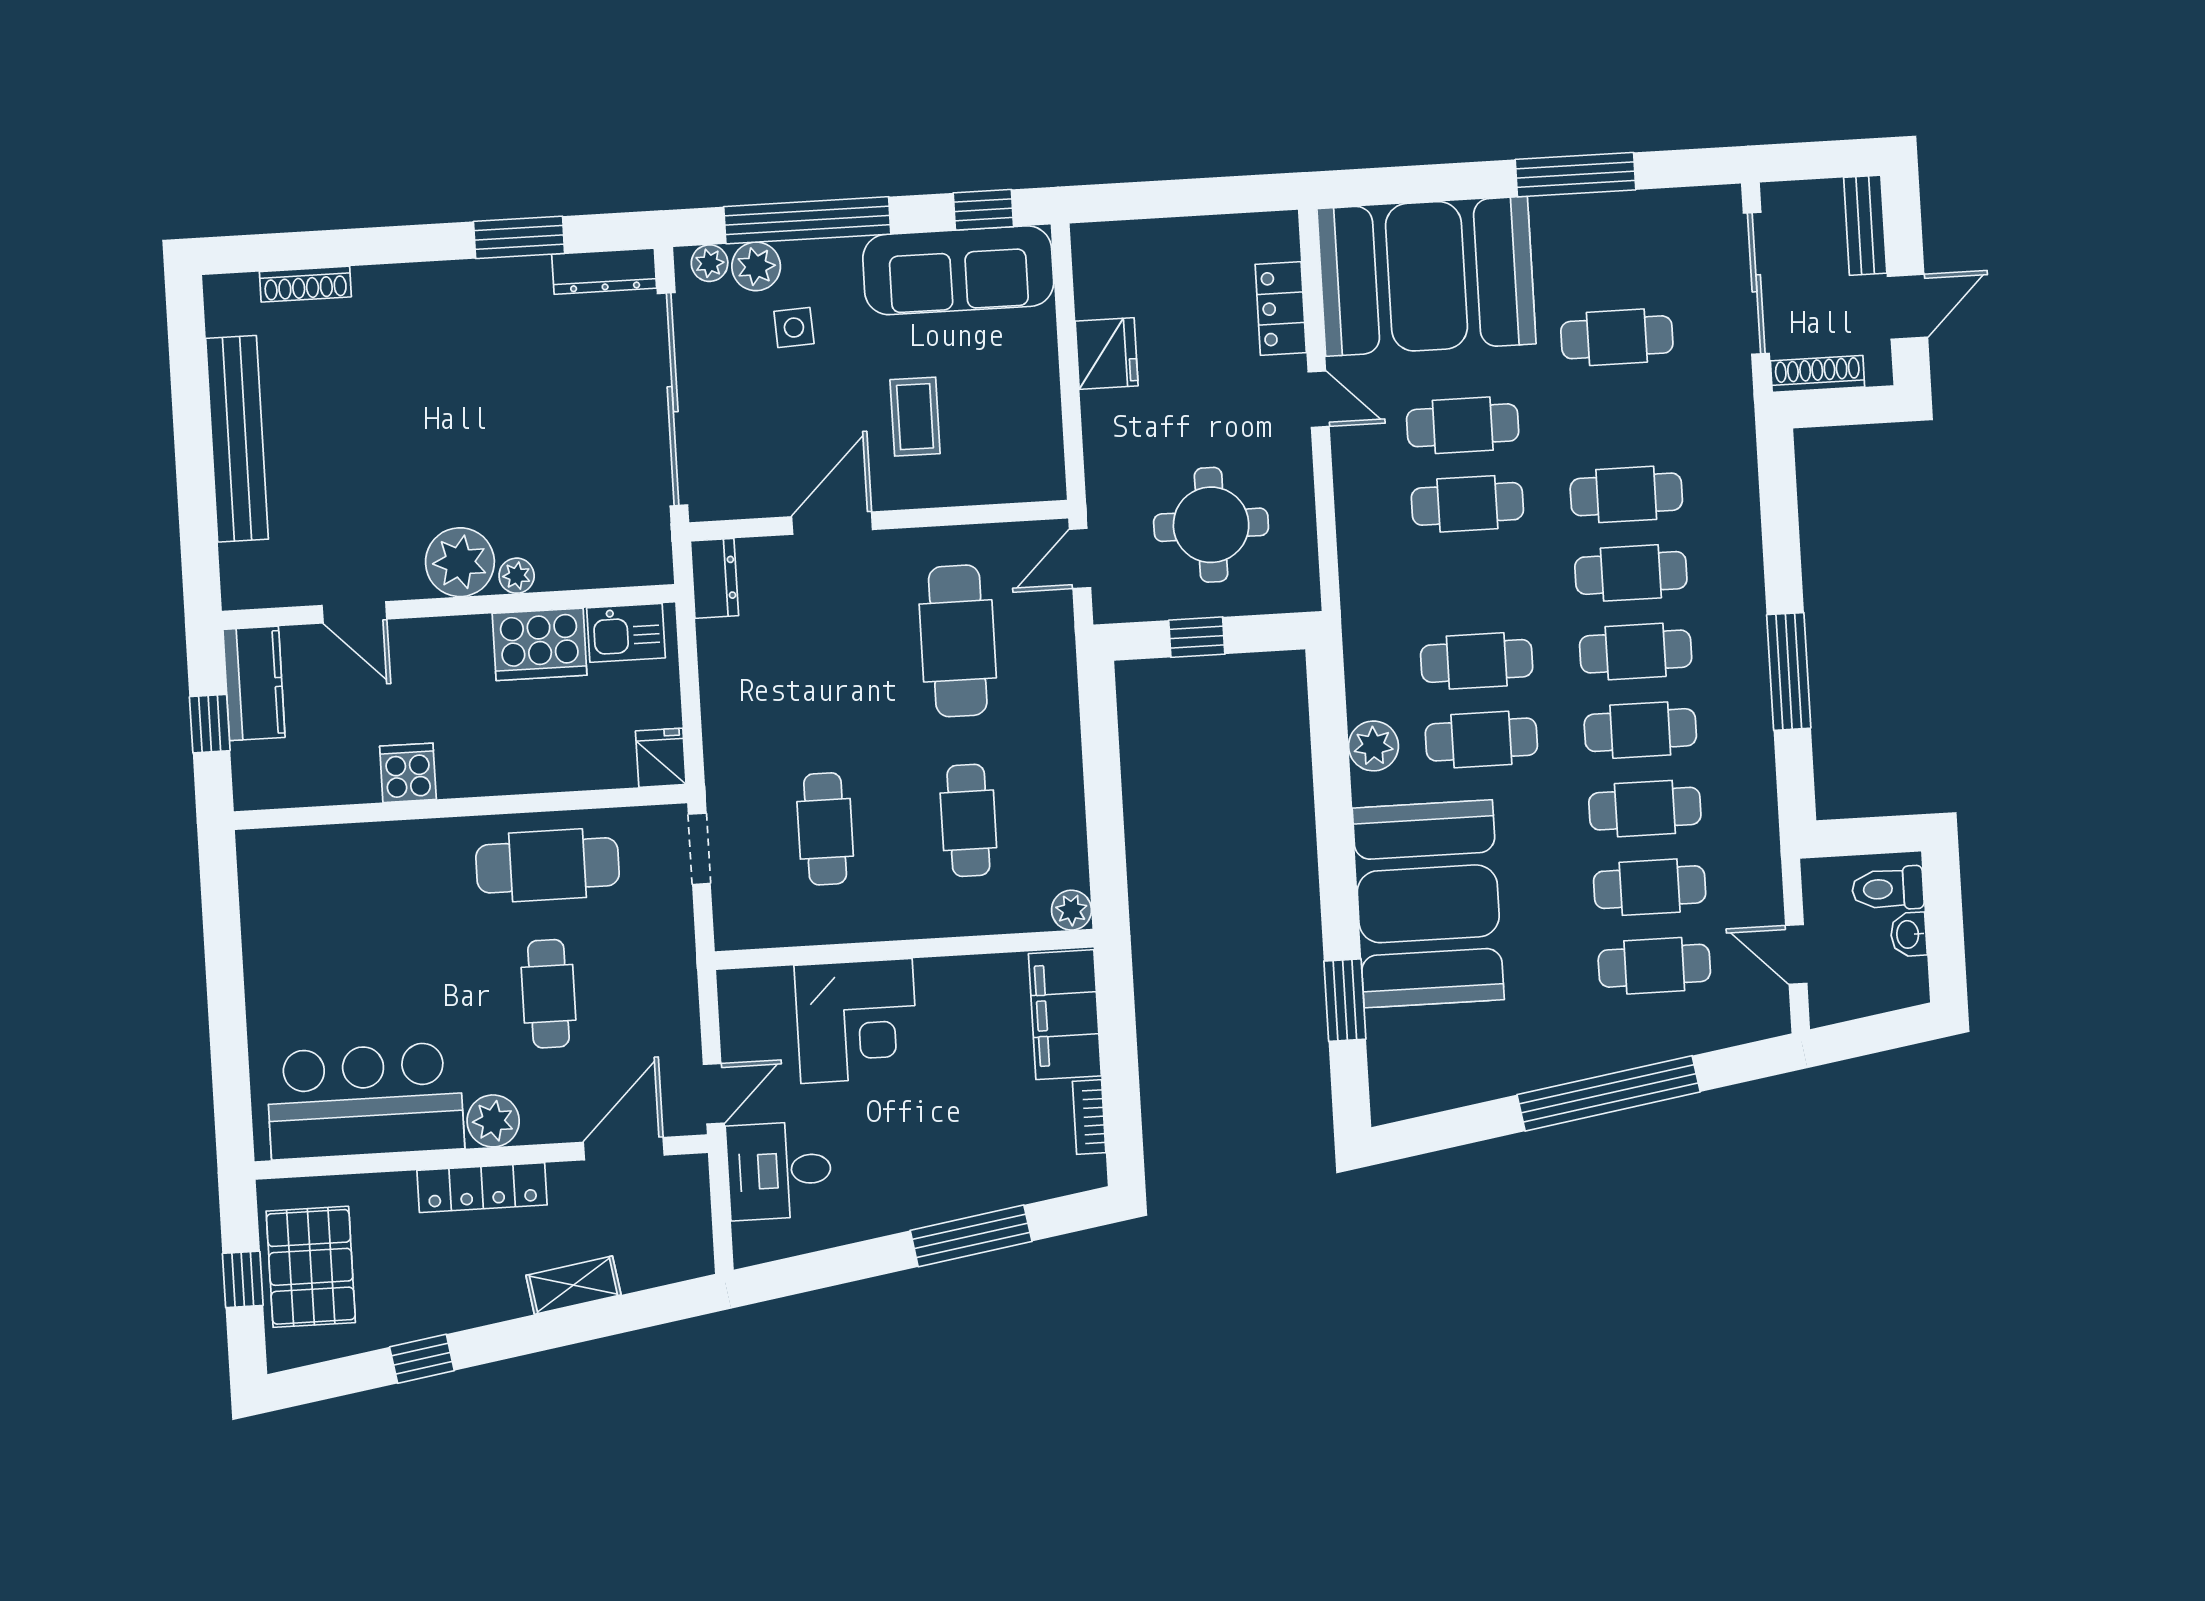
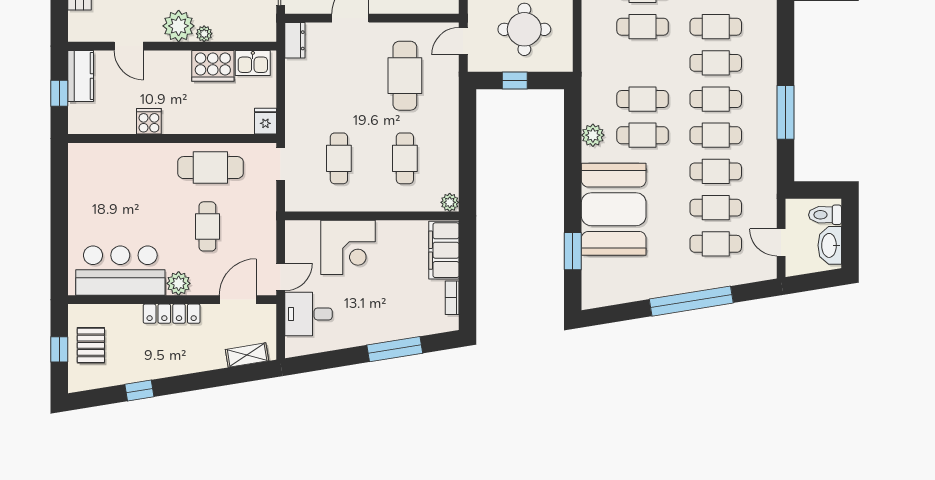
washbasin: (1909, 934) -> (830, 245), width x1.91, depth x1.45
pallet: (311, 1267) -> (91, 345), width x0.67, depth x0.71
shelving: (573, 1285) -> (247, 355), moved

